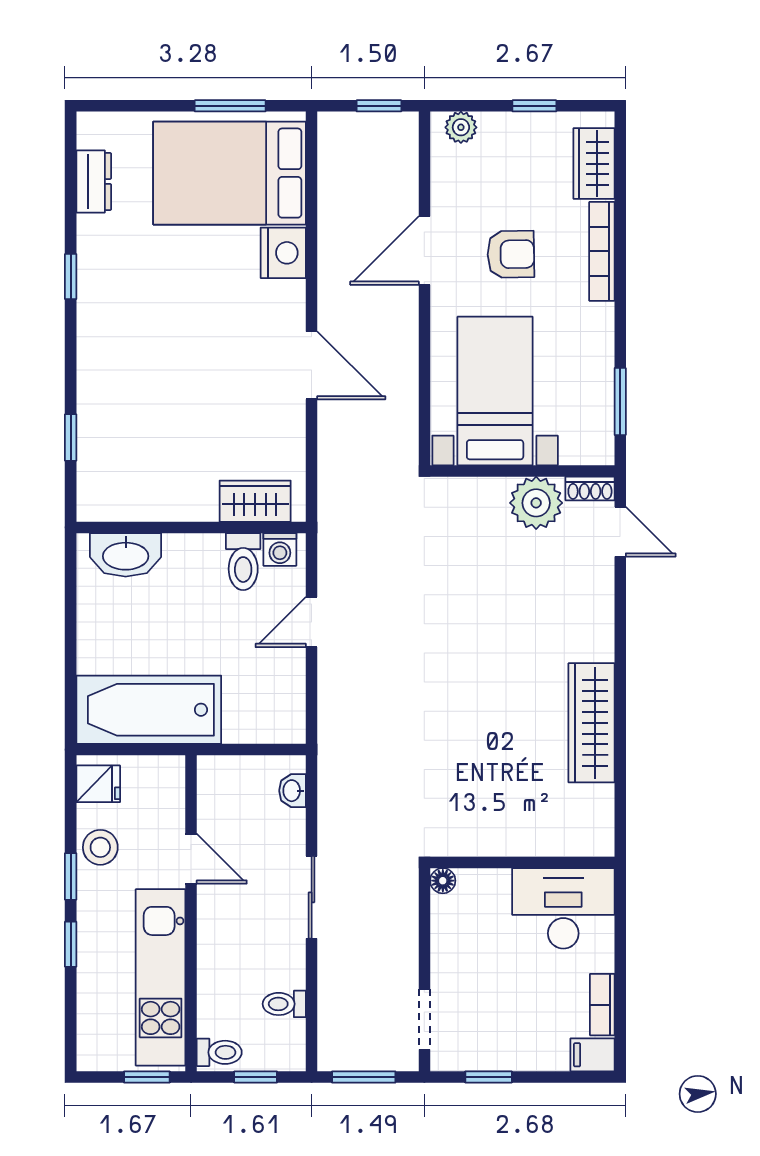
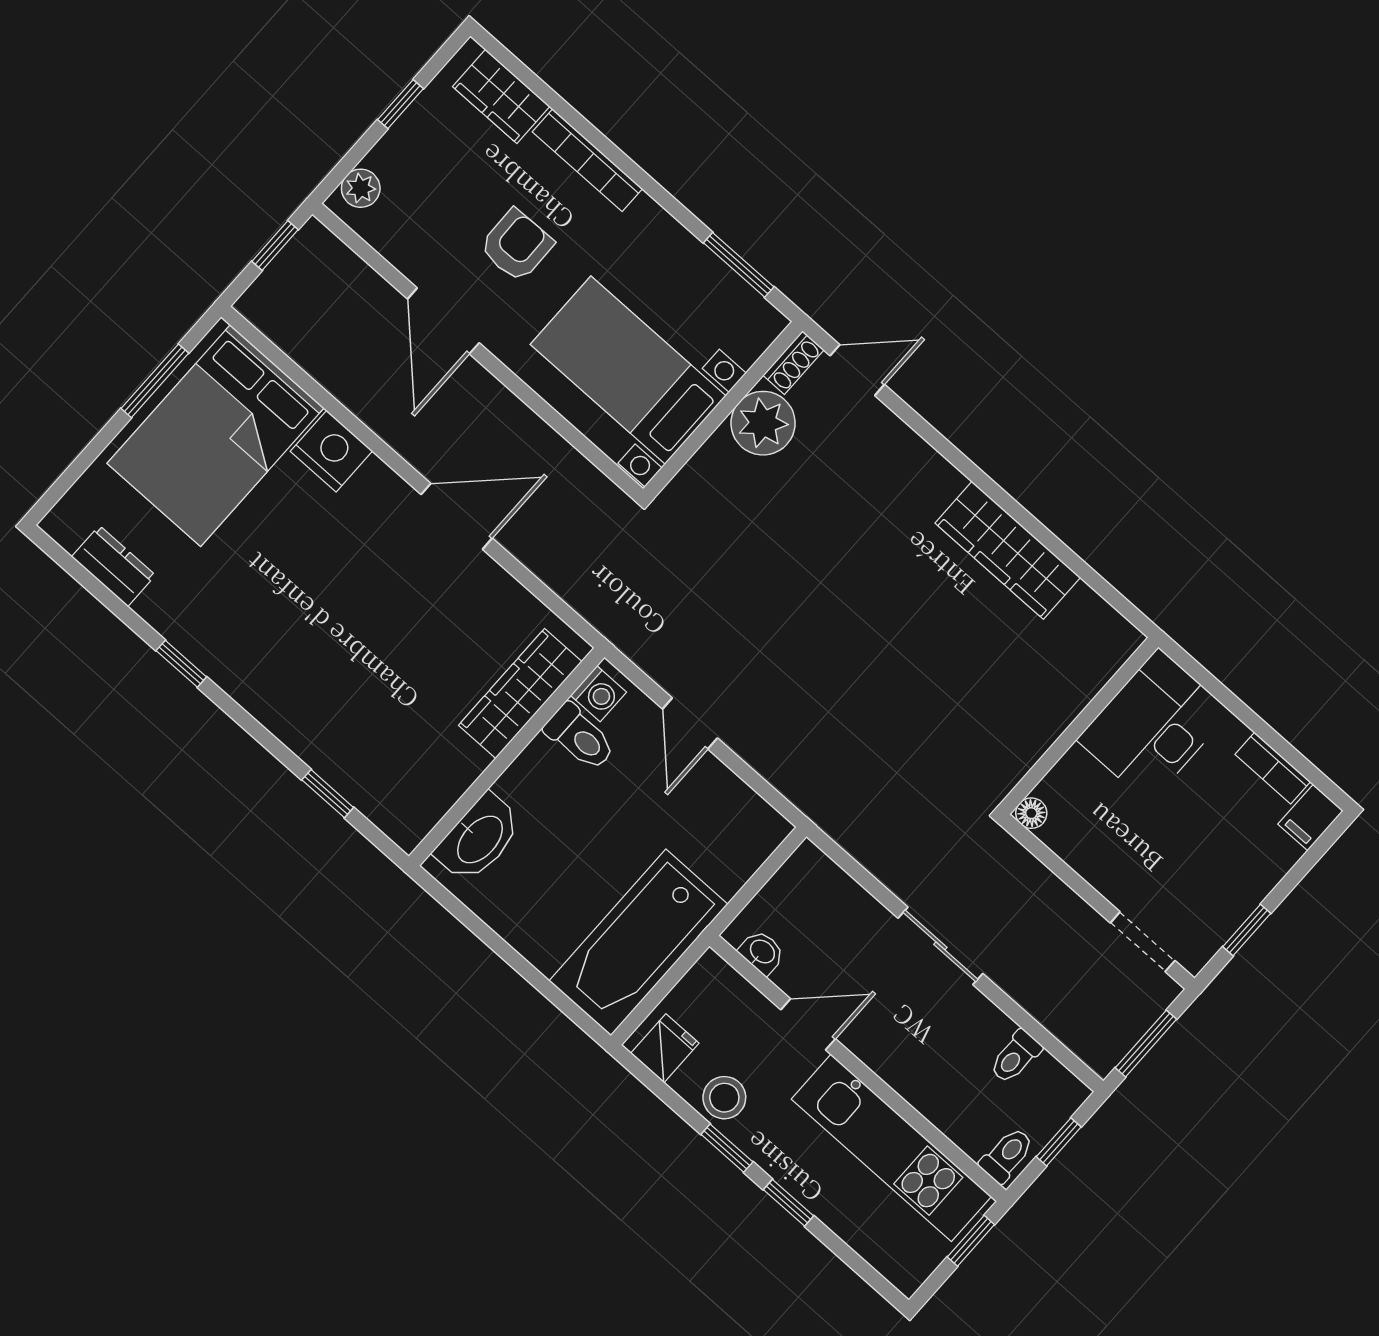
wardrobe: (255, 501) -> (520, 693), width x1.50
washbasin: (292, 791) -> (762, 952), moved, turned 180

